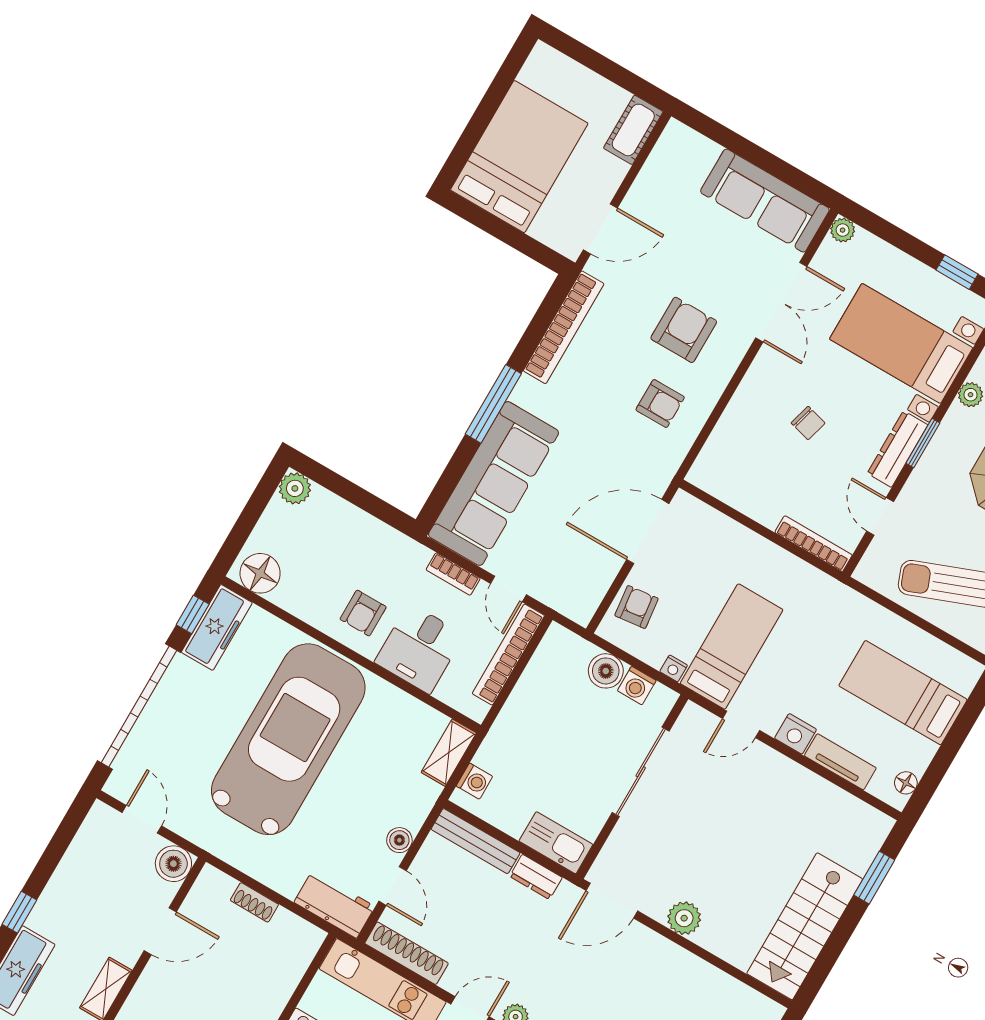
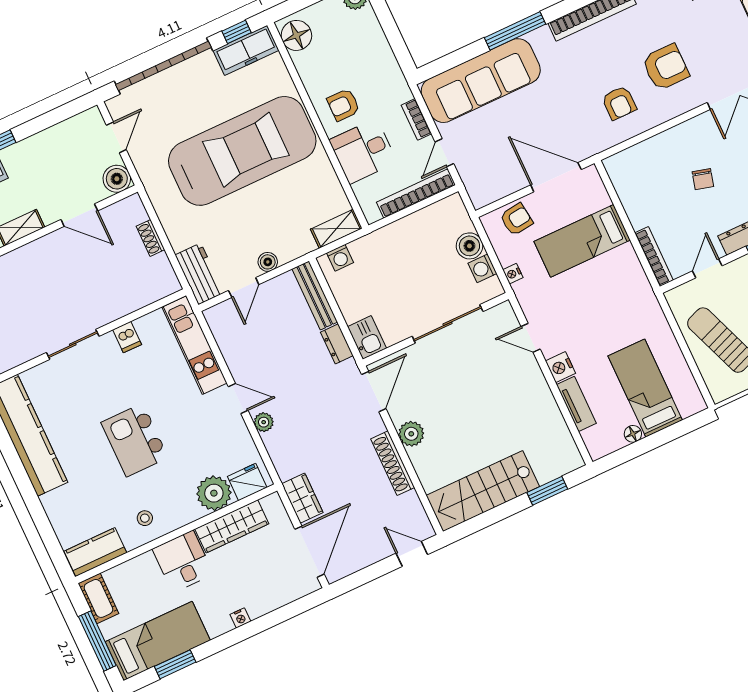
bed: (732, 647) -> (582, 241), moved, turned 180
floor lamp: (906, 783) -> (633, 434), moved
kitchen sink: (556, 843) -> (367, 338), width x0.73
door: (612, 901) -> (374, 392), swing flipped
shoe rack: (407, 953) -> (393, 463), moved, turned 180

